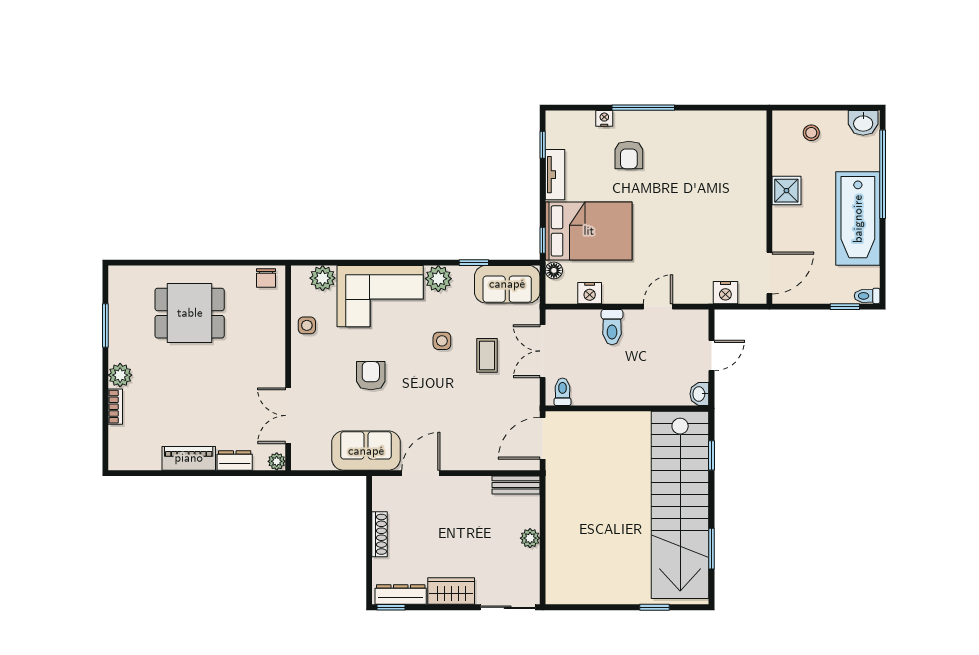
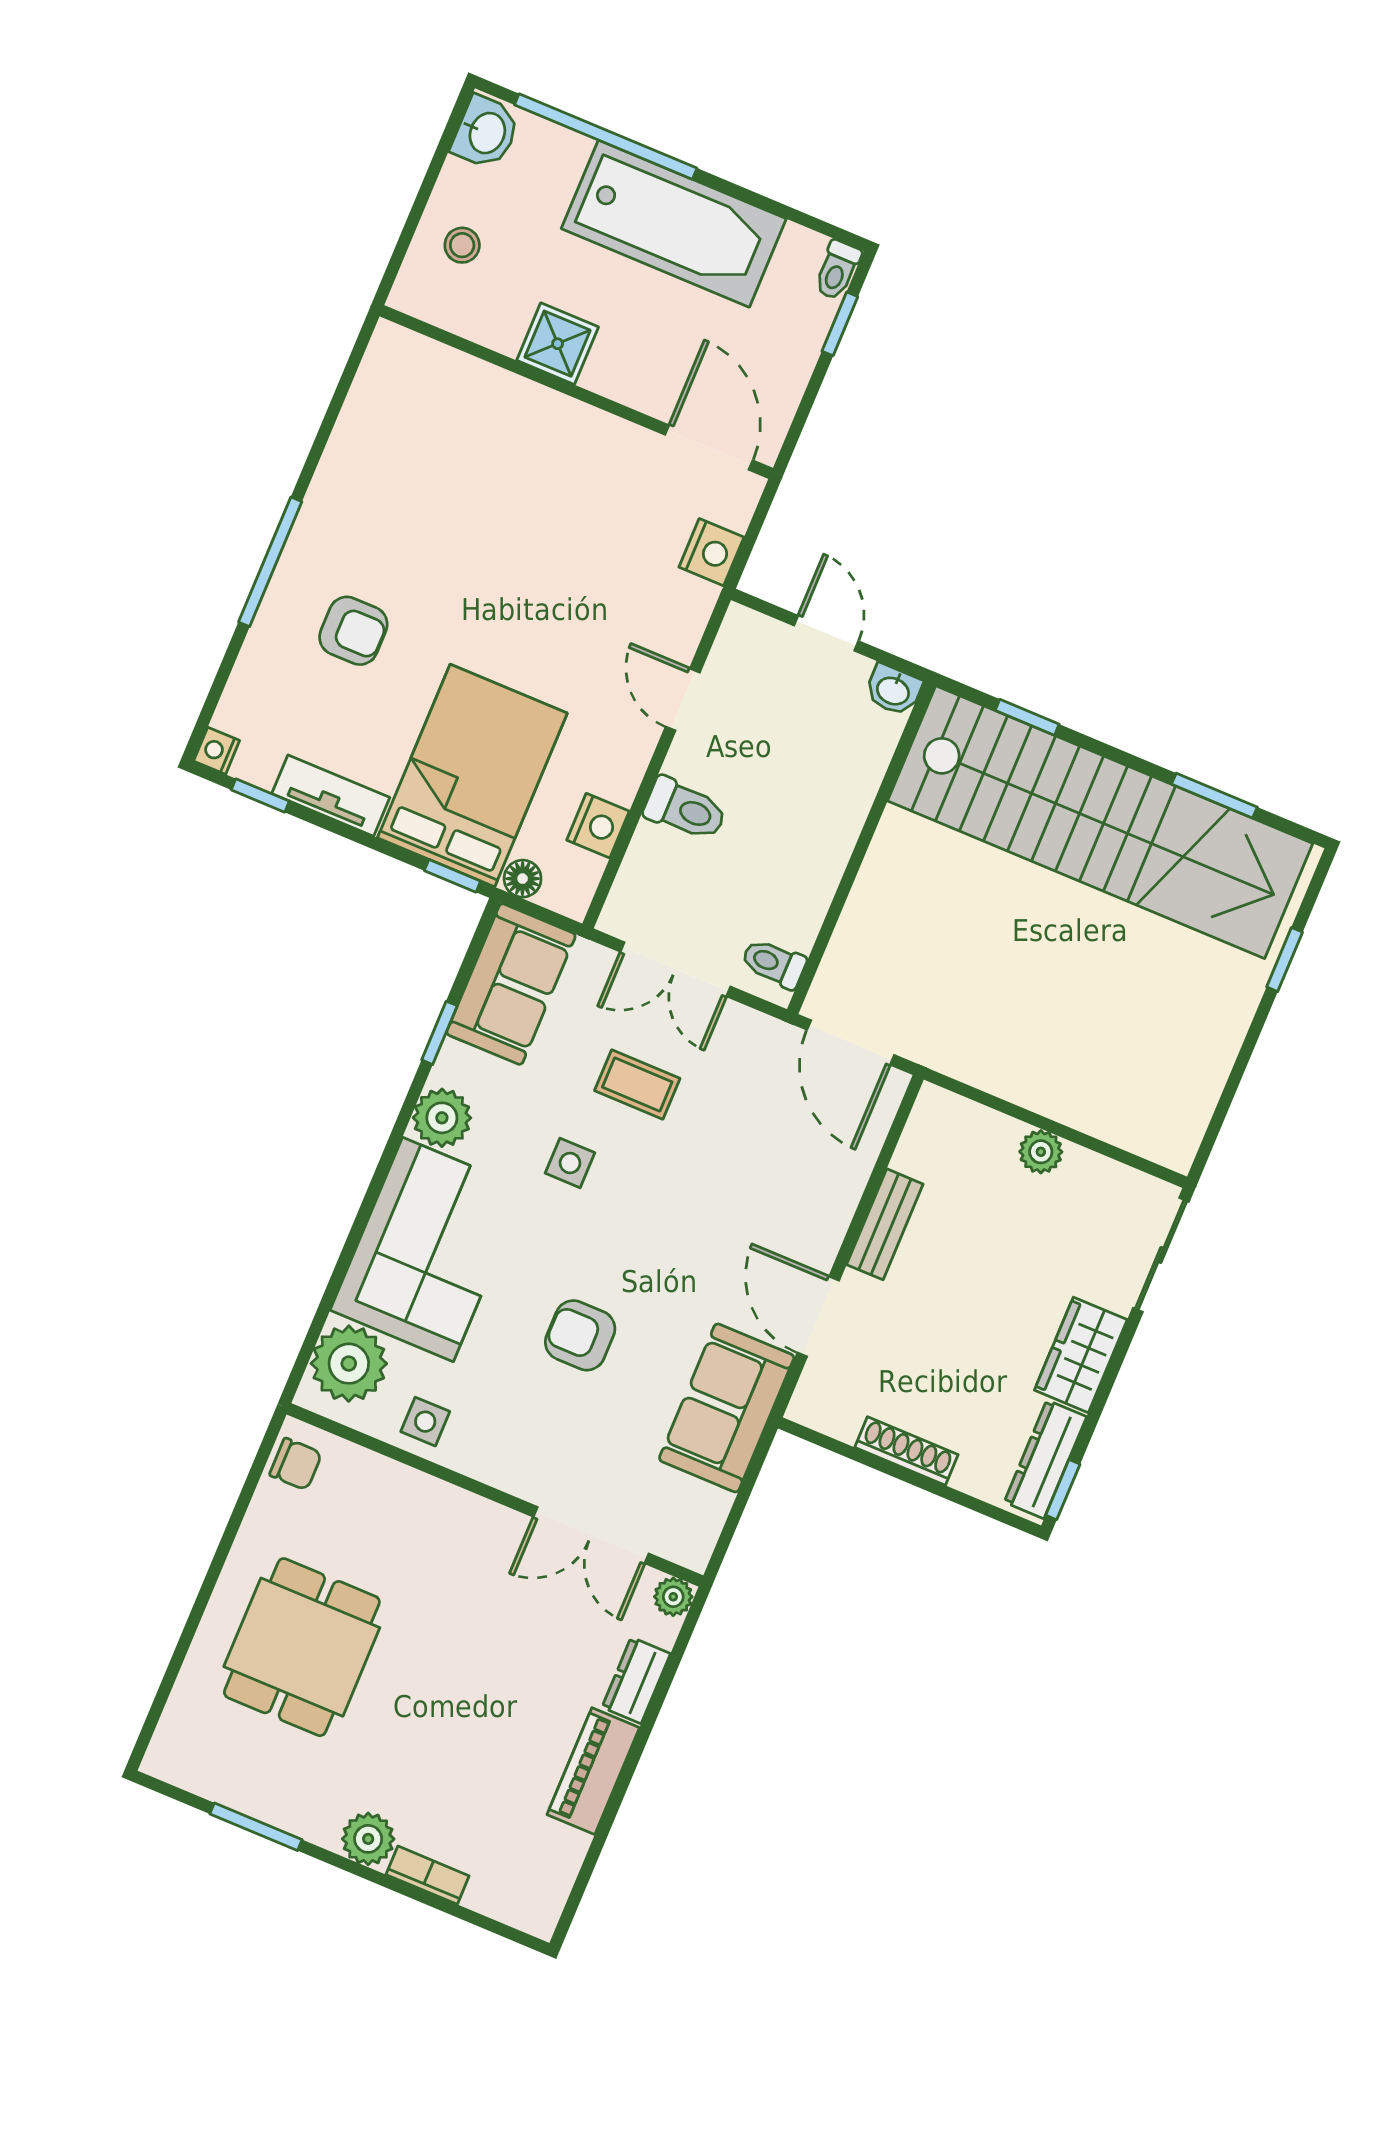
nightstand: (604, 118) -> (217, 751), moved
plant: (323, 278) -> (349, 1364), width x1.36, depth x1.36
bench: (516, 485) -> (885, 1224), moved

